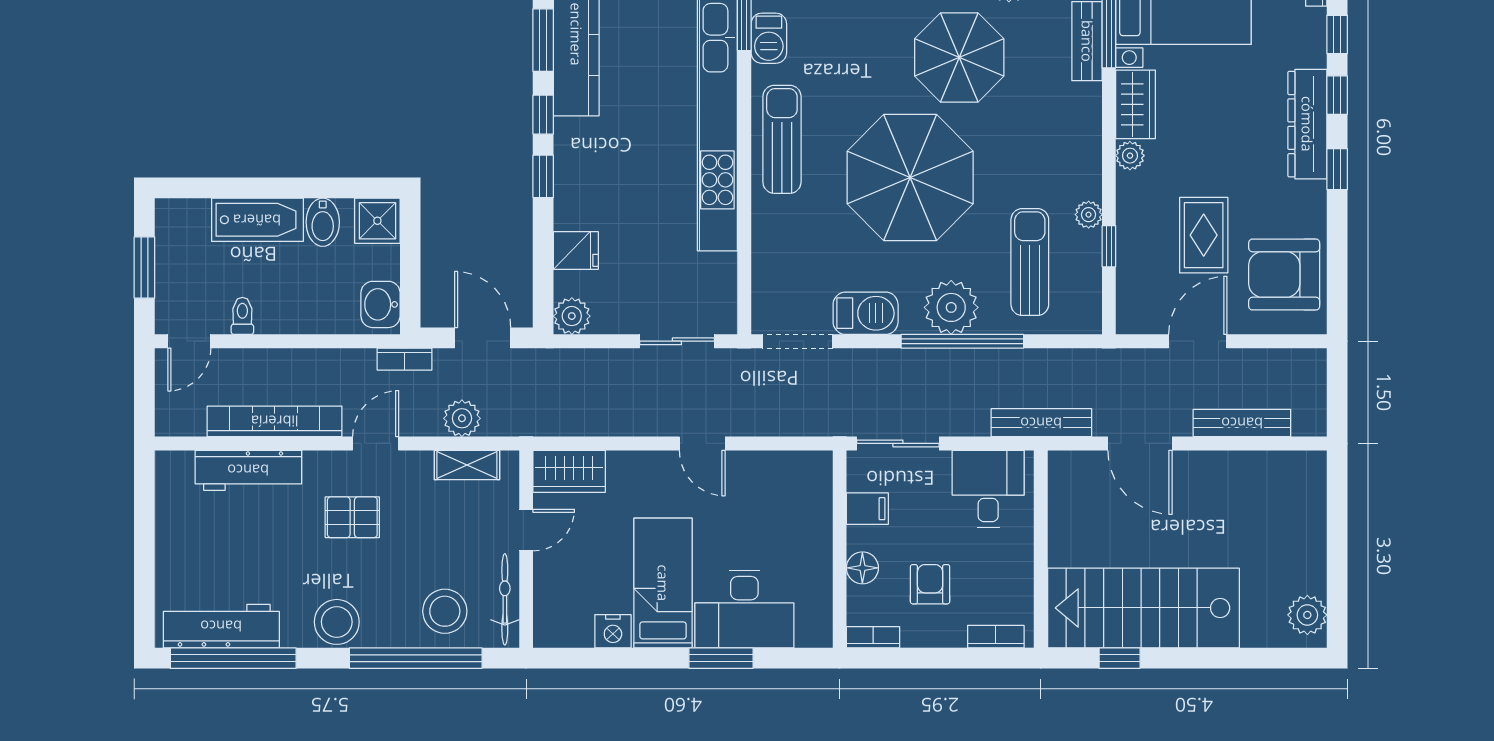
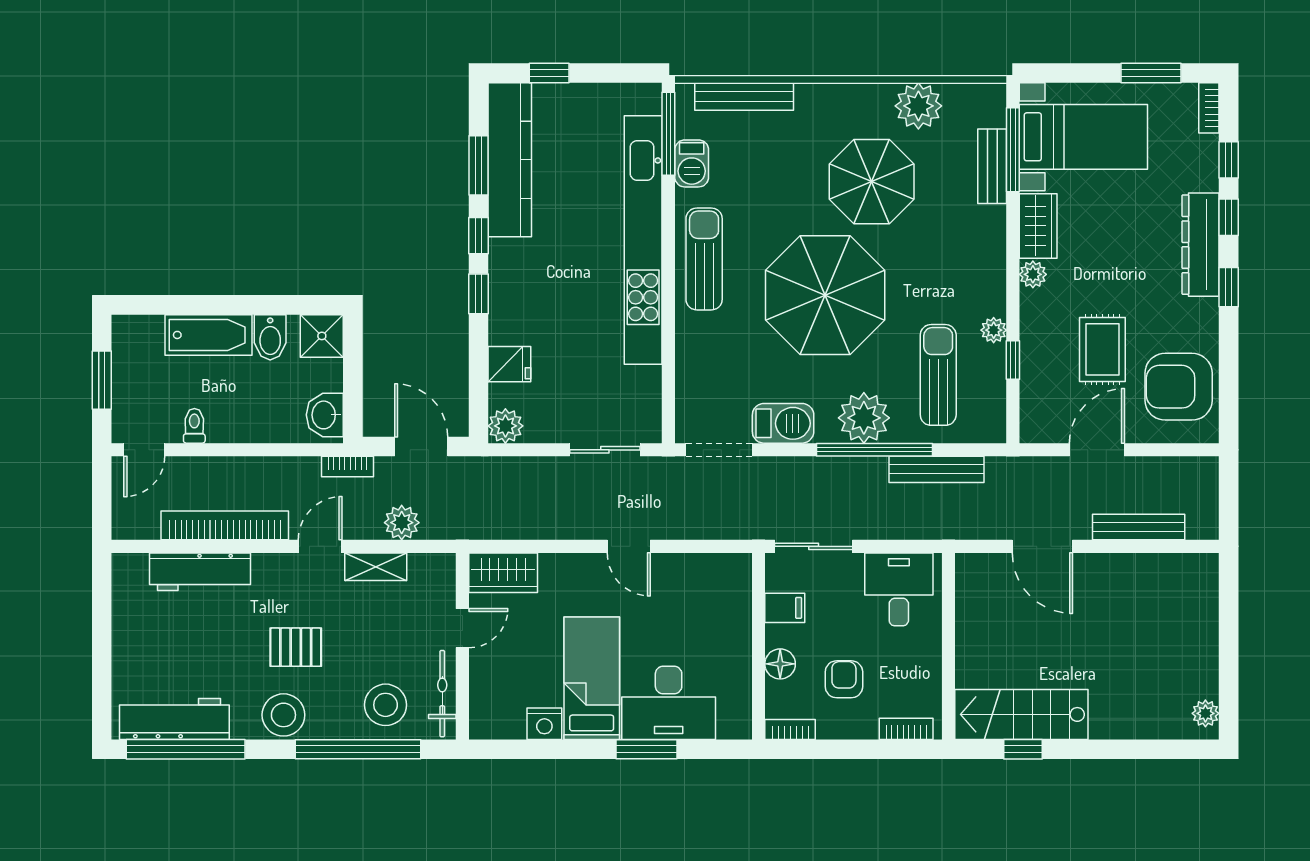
bench: (1041, 423) -> (937, 469), moved
shelving: (467, 465) -> (376, 567), moved
pallet: (352, 517) -> (296, 647), moved
stairs: (1143, 608) -> (1021, 714), width x0.73, depth x0.66
plant: (1307, 615) -> (1205, 713), width x0.73, depth x0.73

